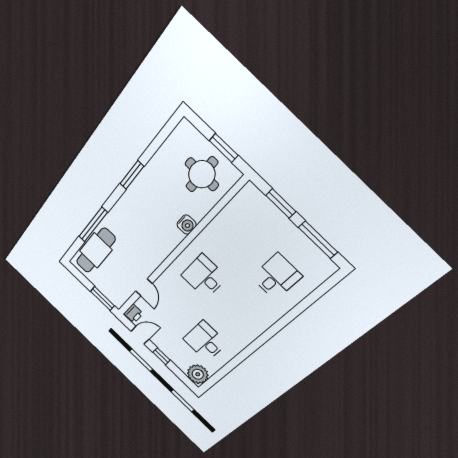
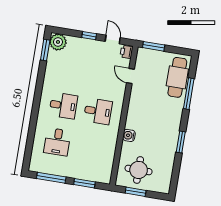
door: (140, 335) -> (113, 40), swing flipped
desk: (205, 341) -> (63, 106), moved
window: (217, 377) -> (45, 50), added

